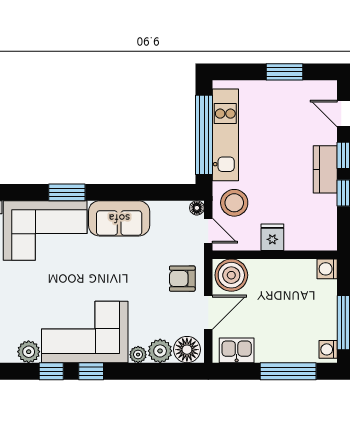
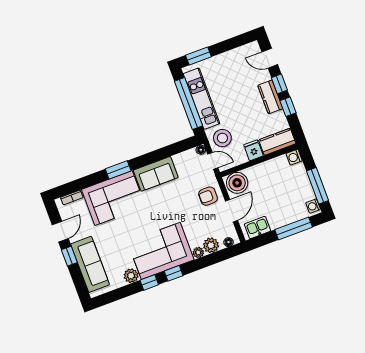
window: (285, 72) -> (198, 56), moved
kitchen counter: (311, 238) -> (277, 142), added
floor lamp: (187, 350) -> (228, 242), width x0.53, depth x0.53

